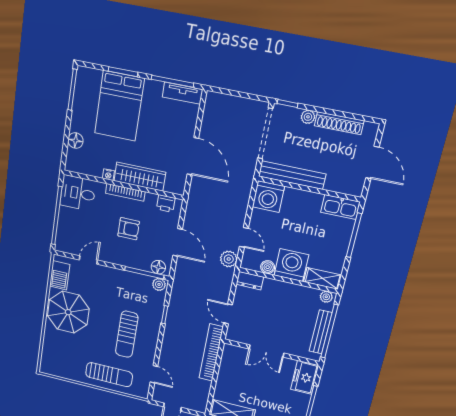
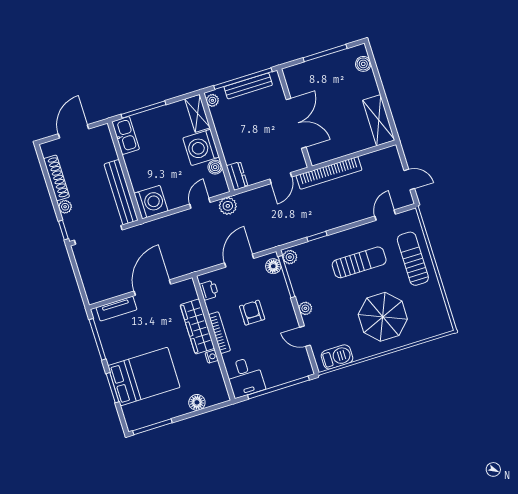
tv unit: (182, 93) -> (116, 309), moved, turned 90
plant: (111, 273) -> (305, 308), added
parasol: (68, 312) -> (383, 317), moved
double door: (266, 351) -> (296, 123), width x1.37
freezer: (305, 377) -> (301, 74), removed

